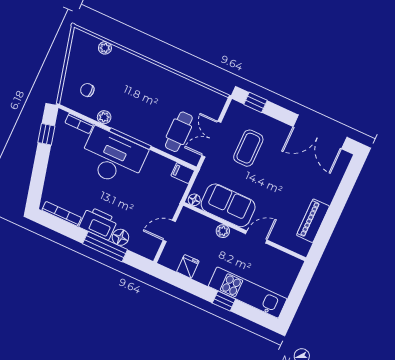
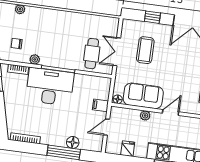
window: (255, 102) -> (152, 17), moved
filing cabinet: (183, 173) -> (100, 105), moved
printer: (98, 223) -> (54, 137), removed

